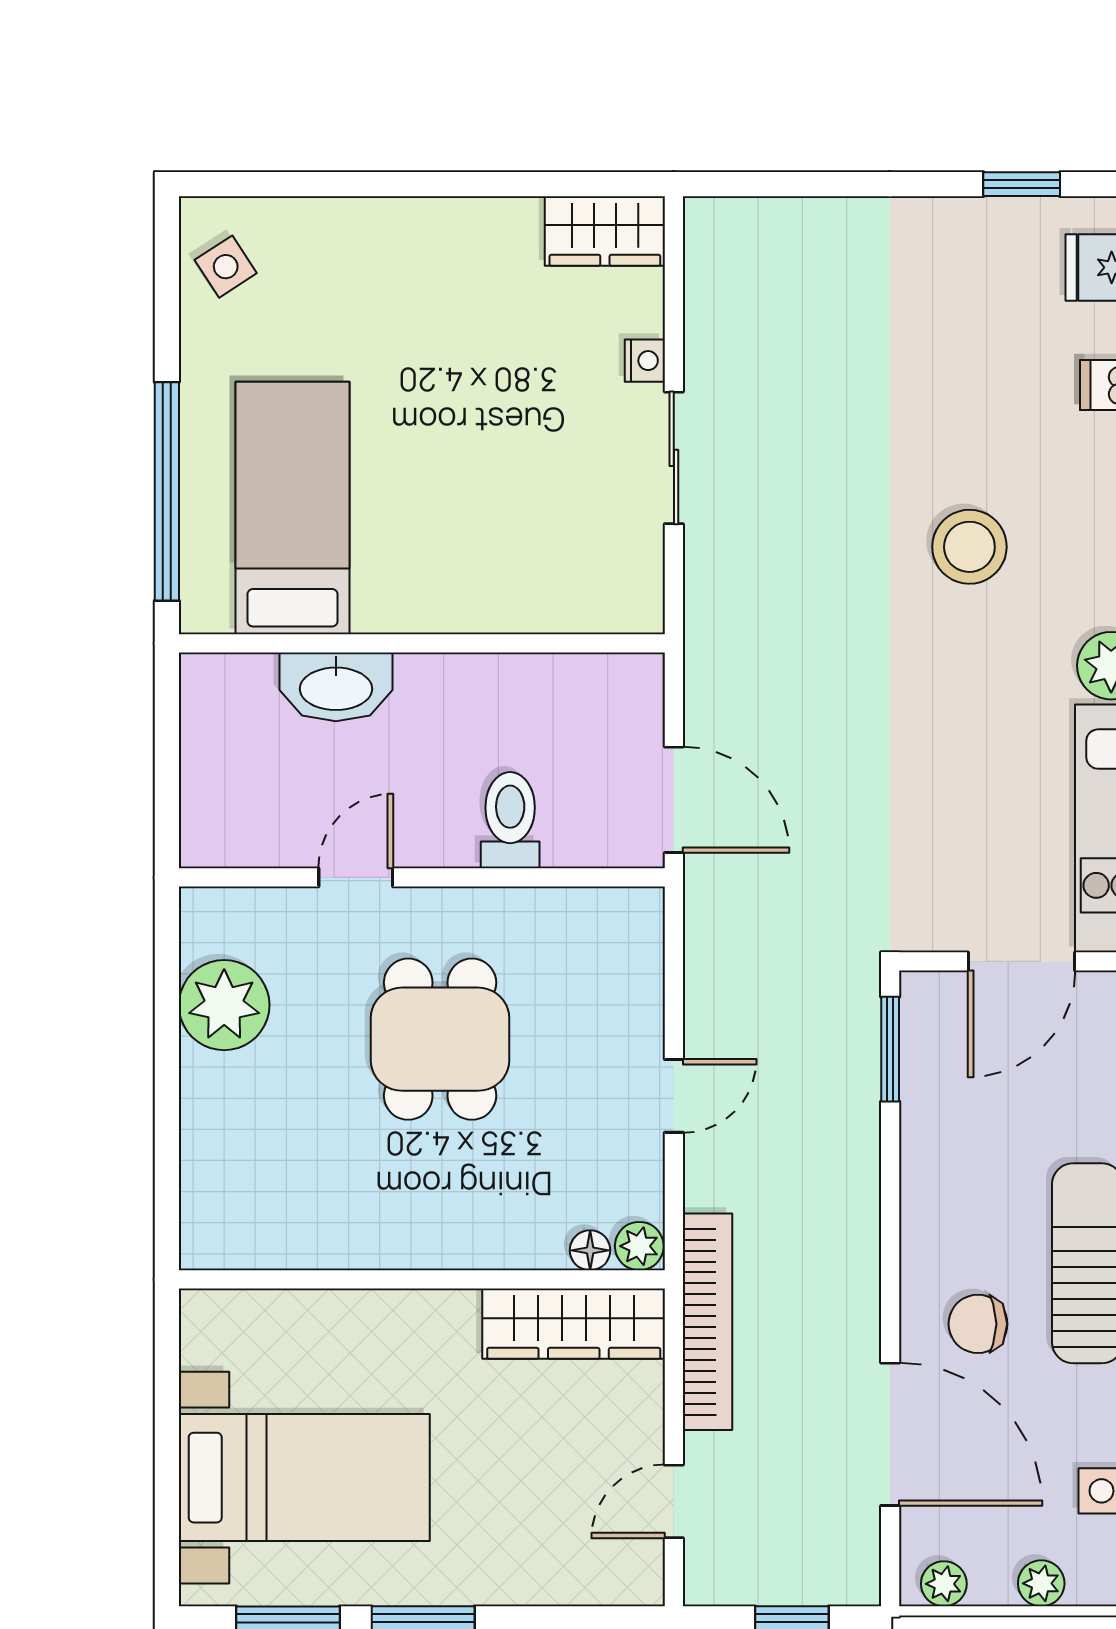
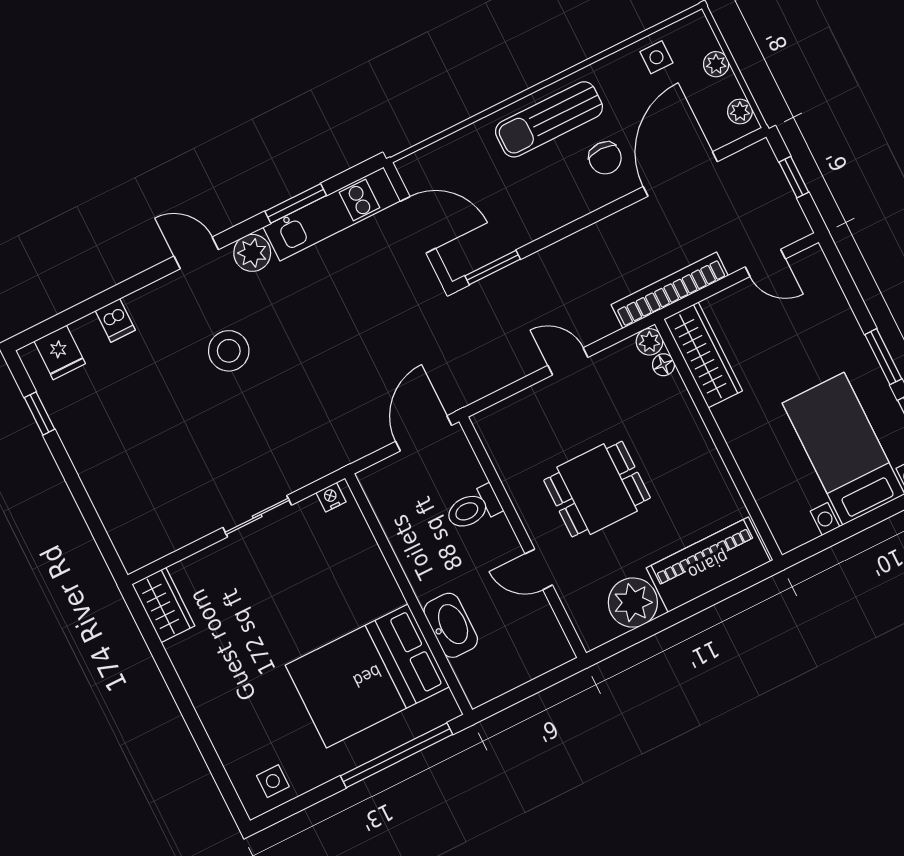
side table: (226, 267) -> (273, 781), turned 33
nightstand: (645, 361) -> (331, 497), moved
bed: (293, 508) -> (367, 676), width x1.50
piano: (225, 1160) -> (708, 565), added

